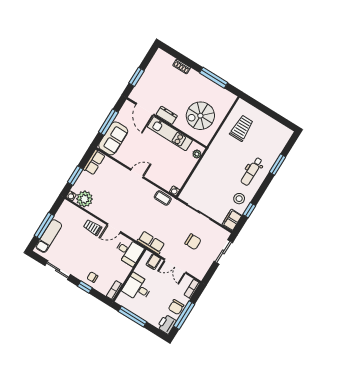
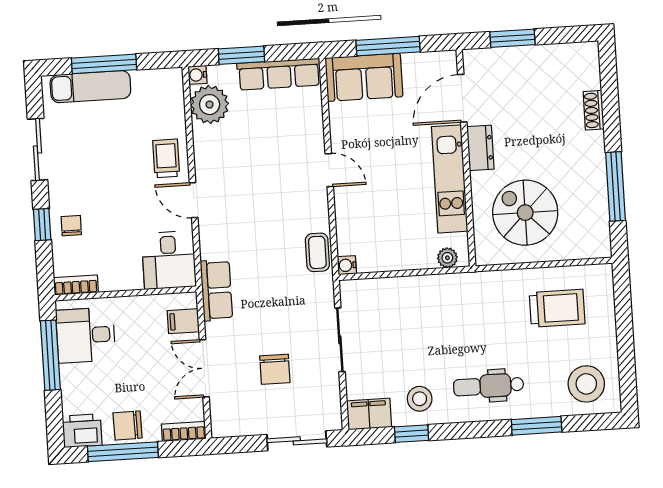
stool: (275, 137) -> (586, 384), added
row of seats: (94, 162) -> (279, 74), width x1.48
desk: (137, 288) -> (86, 335), moved, turned -90

